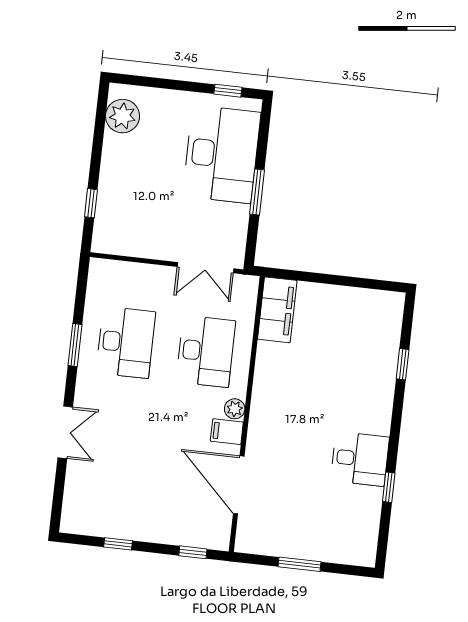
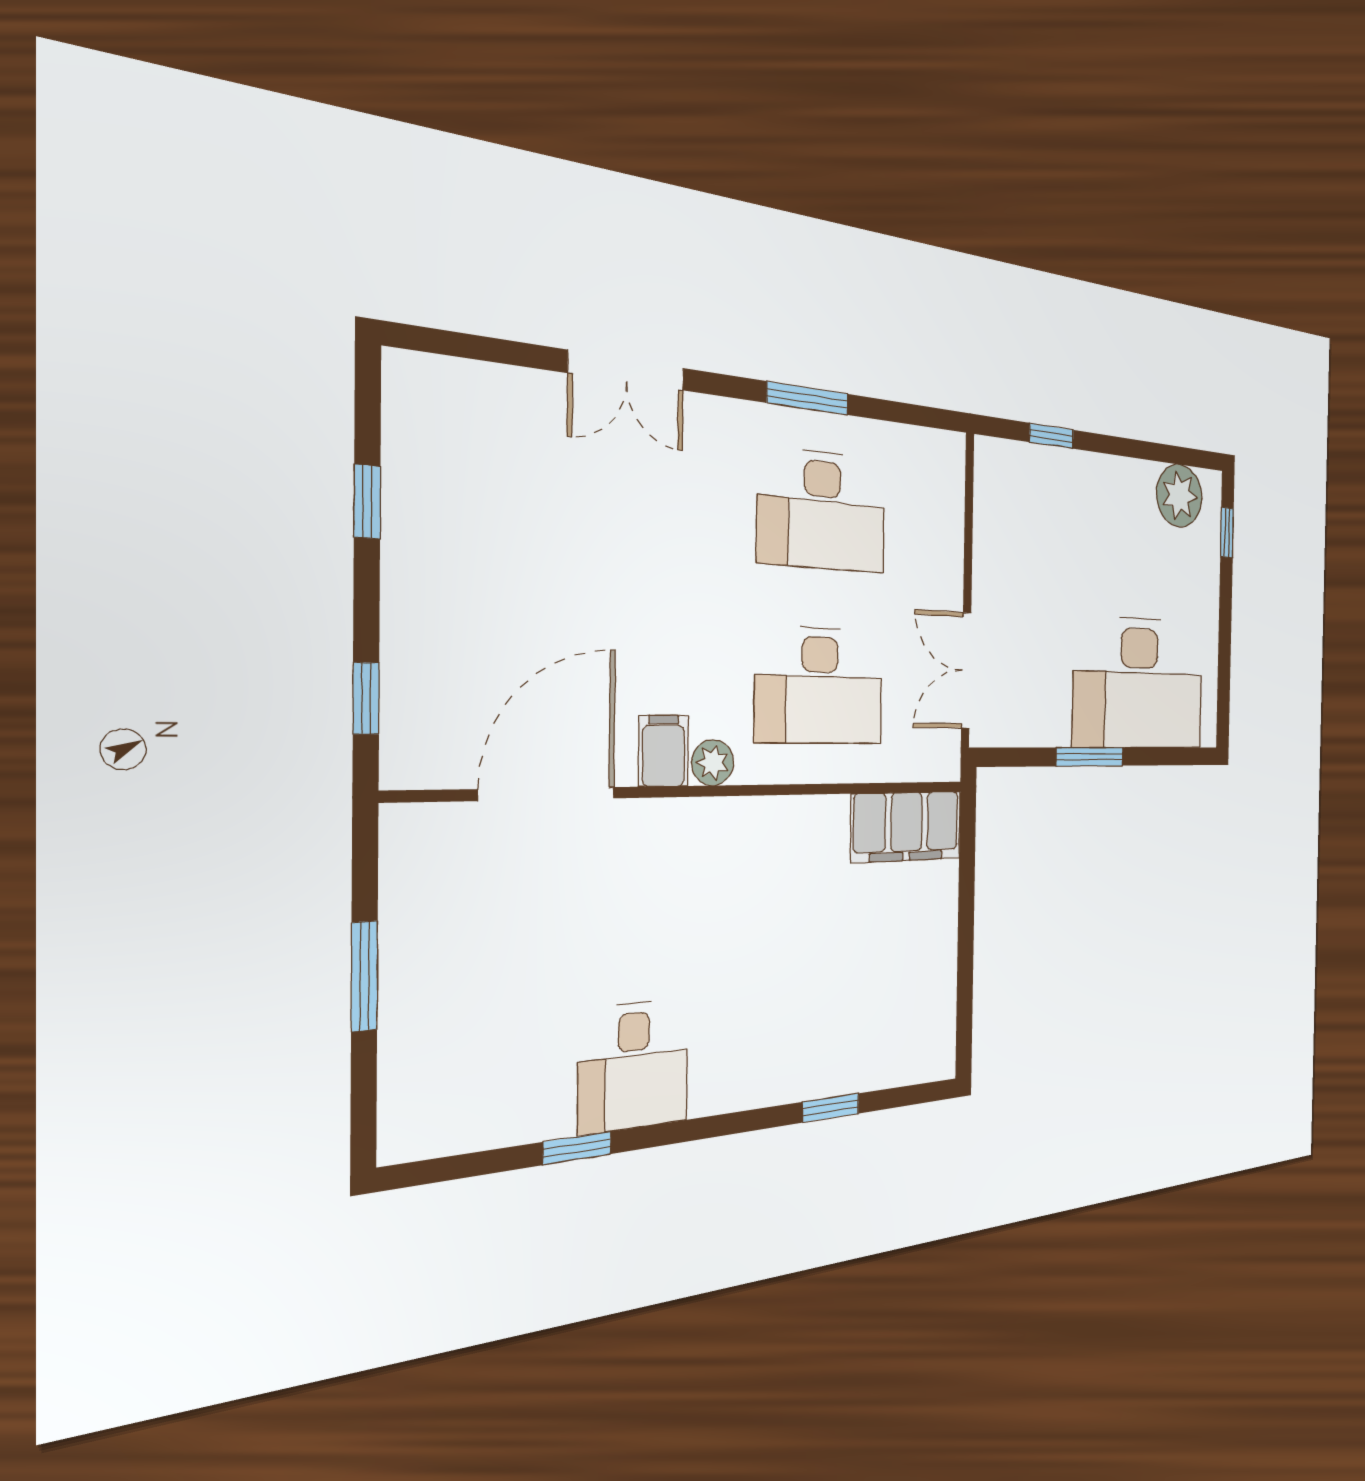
window: (228, 91) -> (1227, 533), moved

